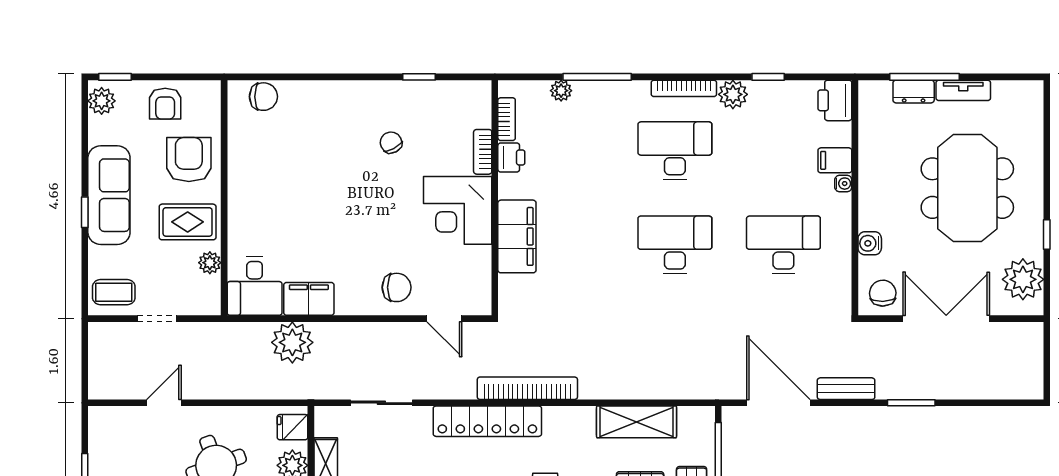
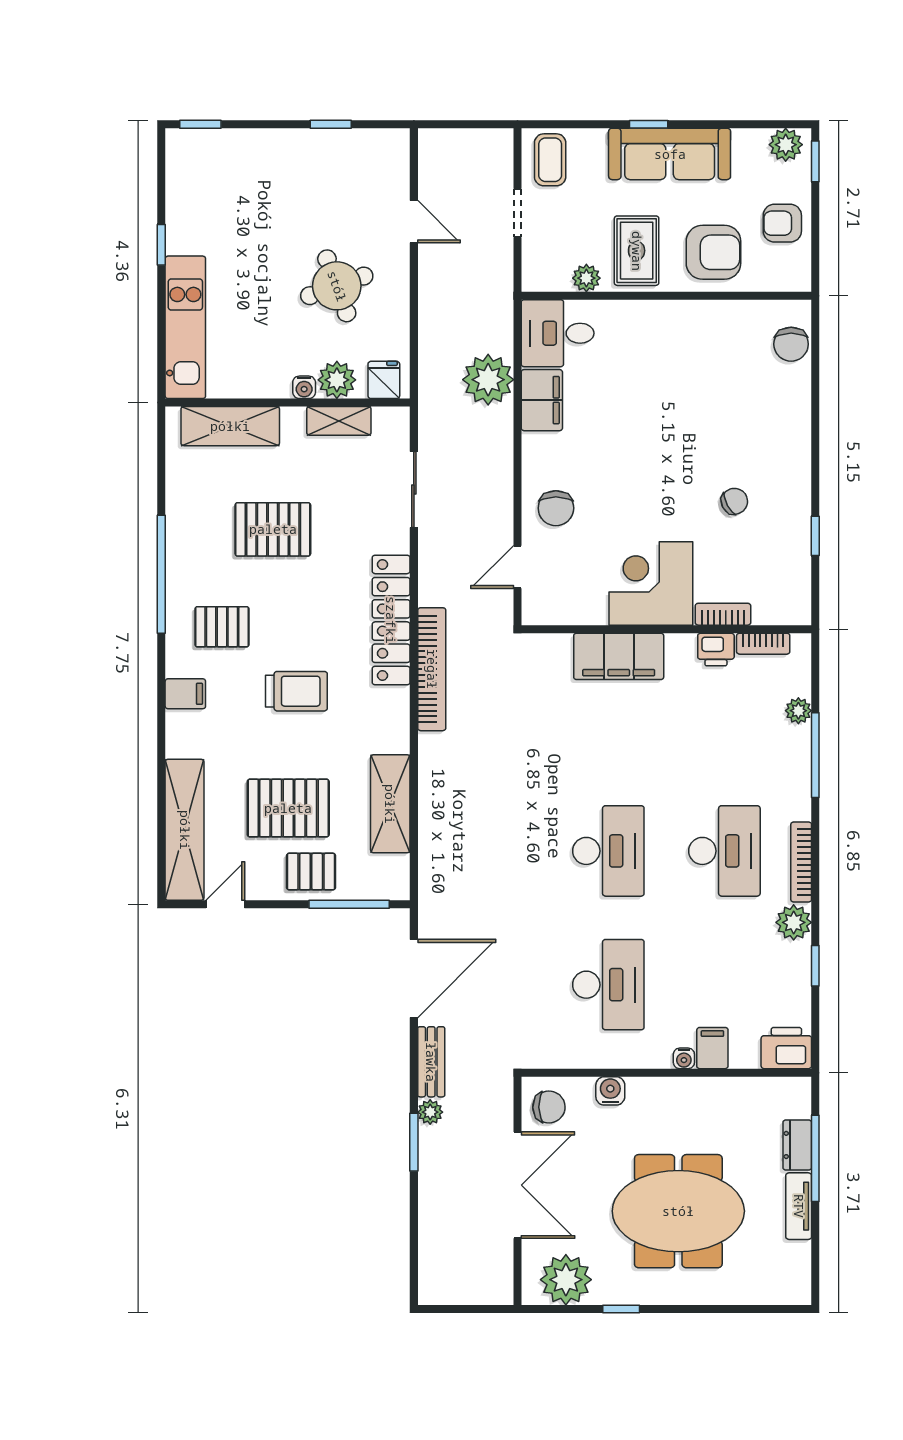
plant: (887, 390) -> (430, 1112), added

